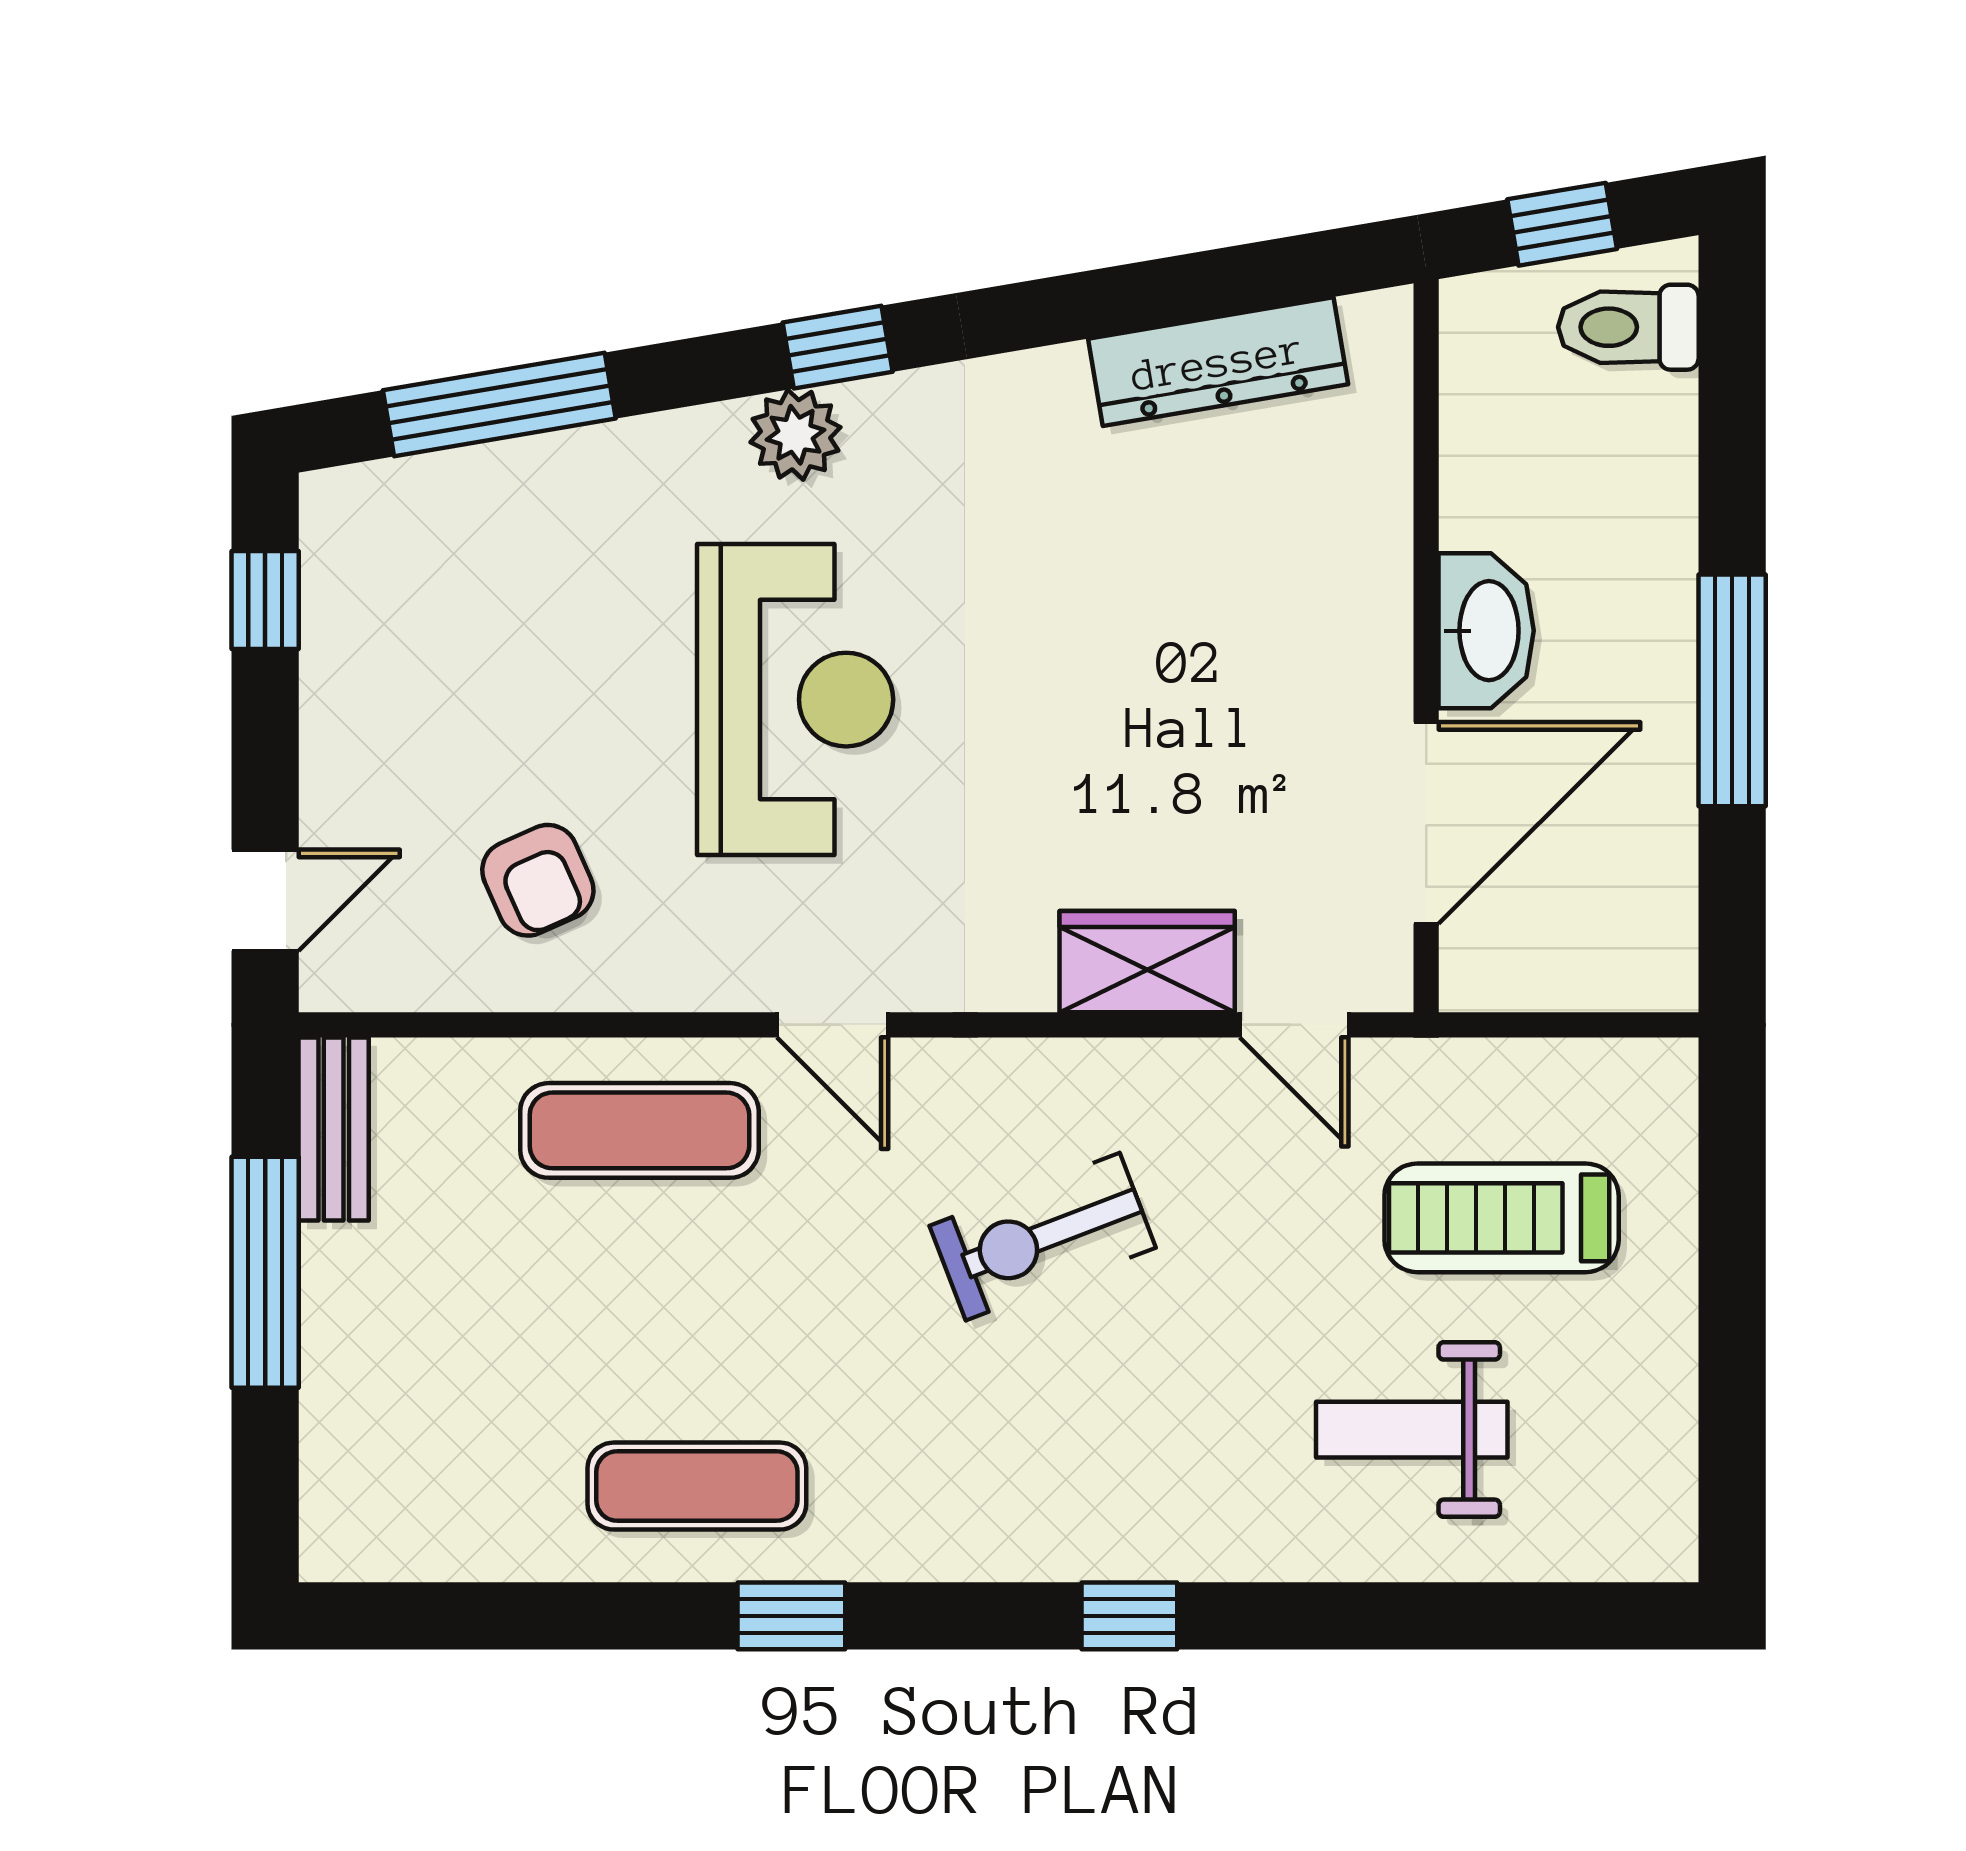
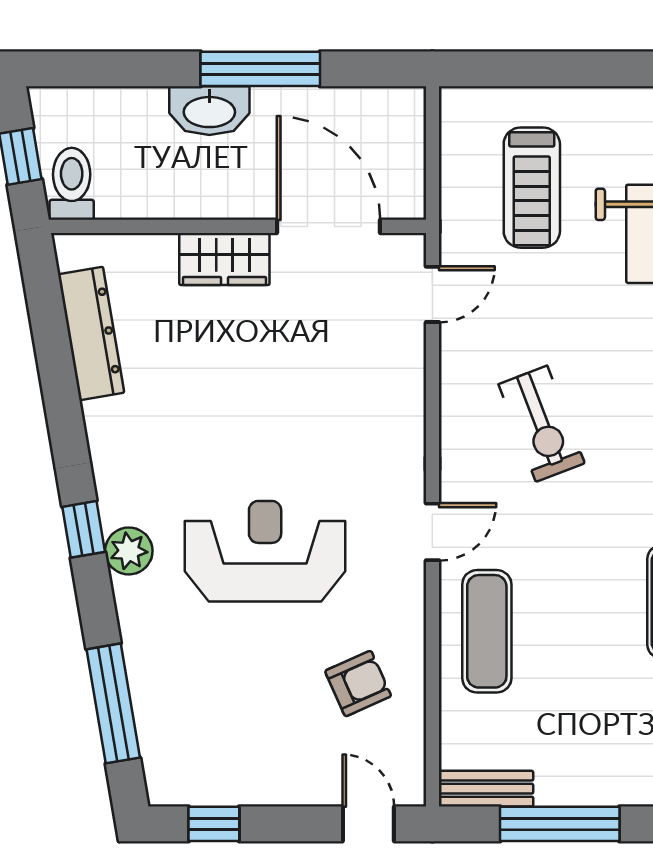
toilet: (1628, 327) -> (72, 184), moved, turned 180
washbasin: (1486, 631) -> (209, 111), moved, turned 180
wardrobe: (1147, 962) -> (224, 259), moved, turned -90

